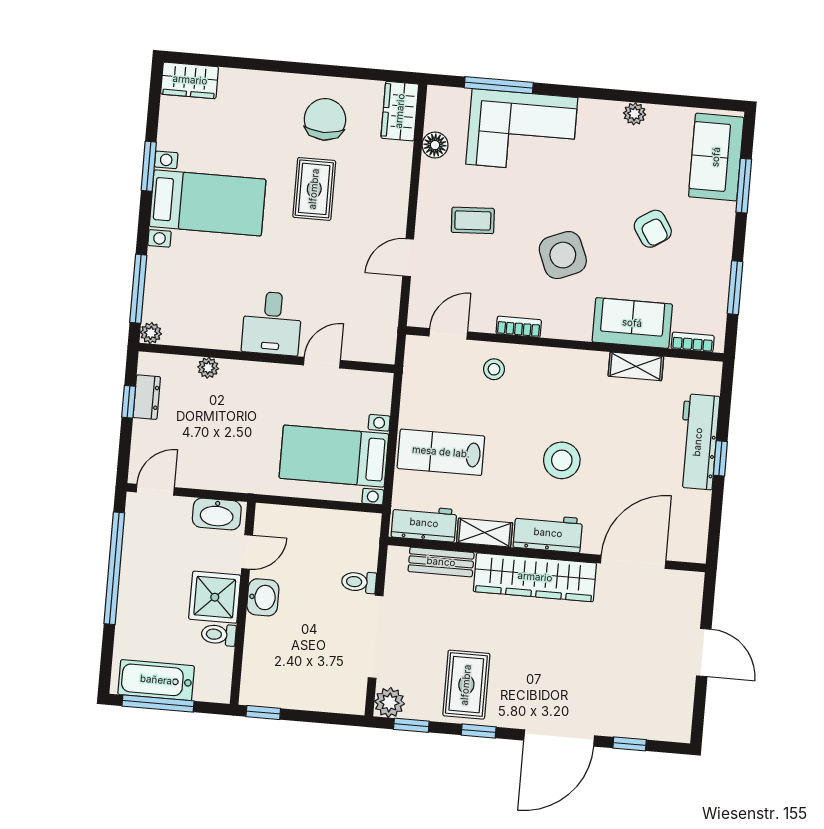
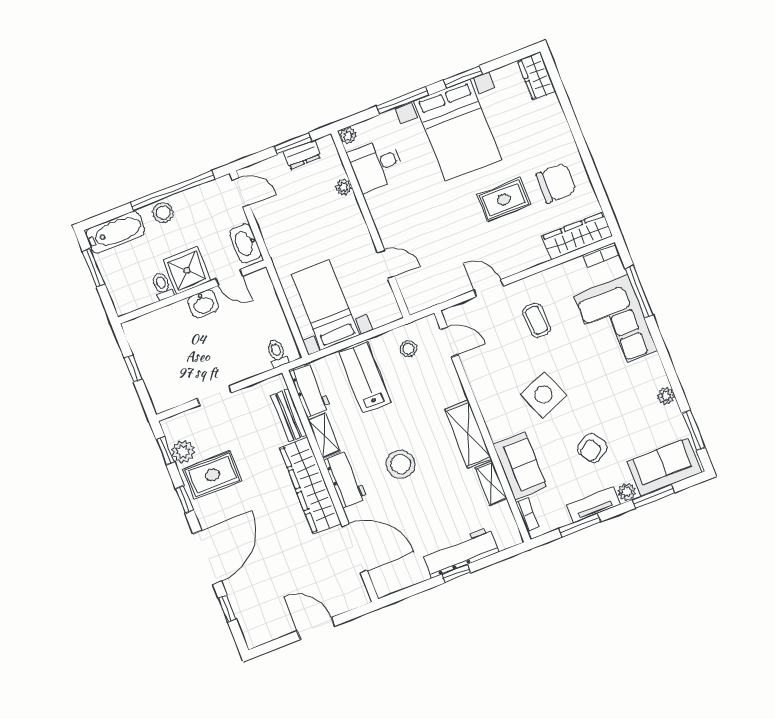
window: (690, 102) -> (693, 430), added
wardrobe: (400, 111) -> (577, 236), width x1.50
floor lamp: (435, 145) -> (576, 268), removed
bed with nightstands: (208, 203) -> (458, 130), width x1.36
plant: (724, 214) -> (627, 492), added
tv unit: (719, 260) -> (593, 505), added
window: (138, 289) -> (403, 101), moved
desk: (272, 323) -> (376, 165), moved
bookcase: (519, 327) -> (602, 255), moved, turned 90
shelving: (566, 365) -> (468, 434), added
stool: (494, 369) -> (408, 349), moved
window: (129, 402) -> (293, 144), width x1.50
toilet: (359, 582) -> (277, 353), moved
stool: (134, 592) -> (163, 213), added
doorway: (376, 637) -> (214, 396), width x0.53
door: (704, 653) -> (316, 628), swing flipped
bathtub: (156, 680) -> (115, 232), moved, turned 90
plant: (389, 702) -> (183, 452), moved
window: (158, 704) -> (94, 268), width x0.69
window: (263, 713) -> (133, 369), moved
door: (559, 738) -> (207, 557), swing flipped

